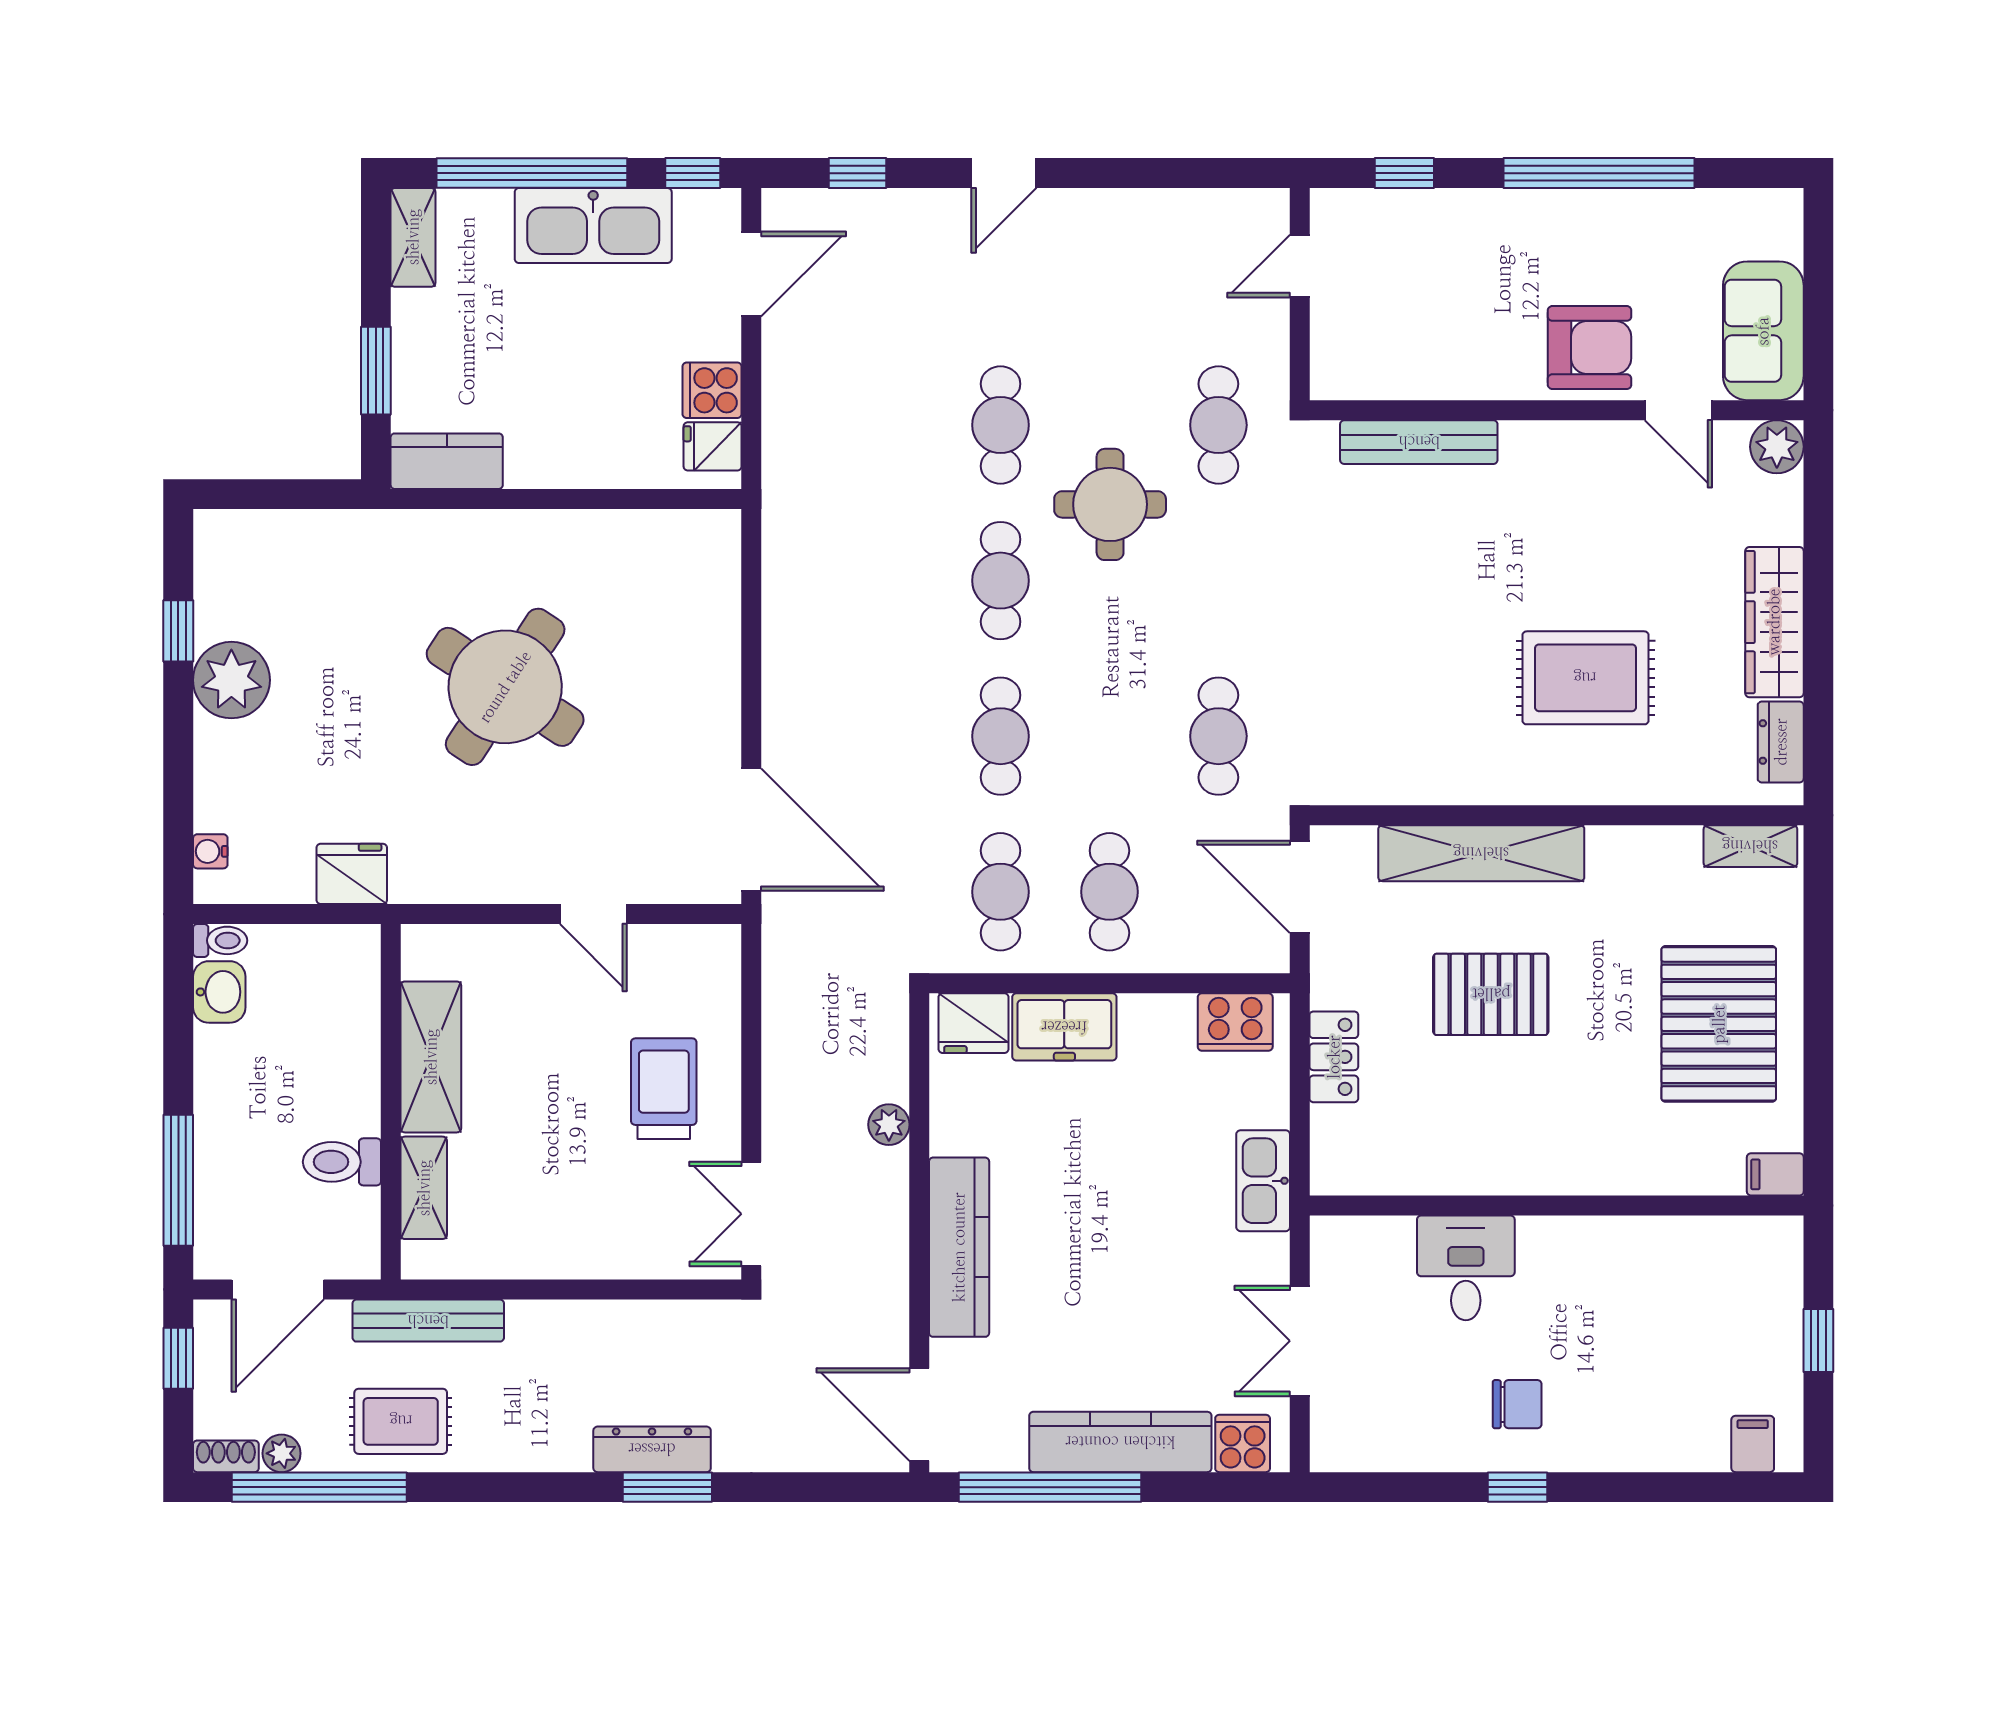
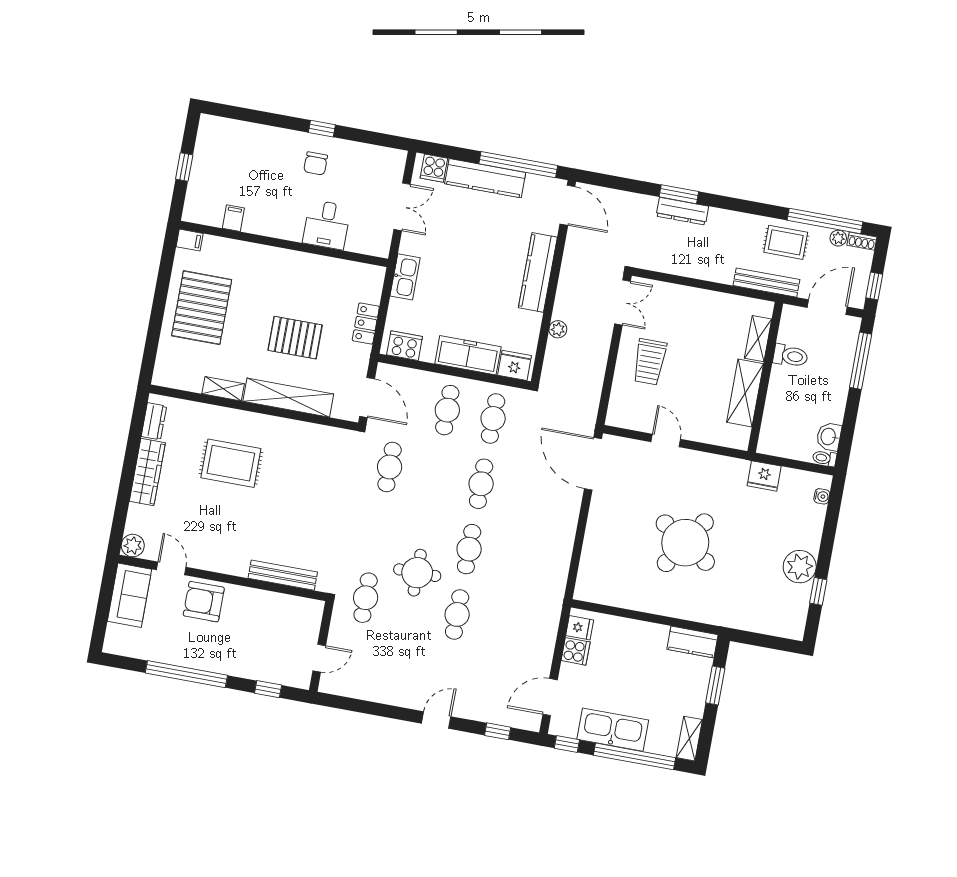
shelving: (1750, 846) -> (223, 389), moved
freezer: (1064, 1027) -> (468, 355), width x1.40
chair: (1517, 1404) -> (316, 163), turned -90
filing cabinet: (1753, 1444) -> (233, 218), moved, turned 180

